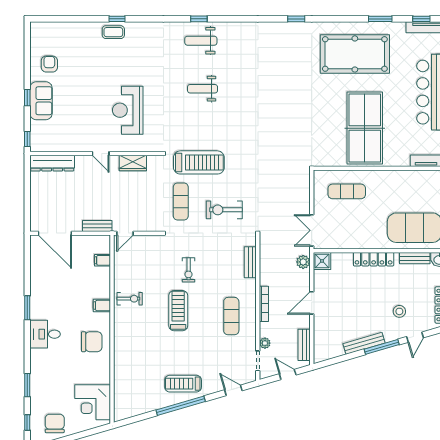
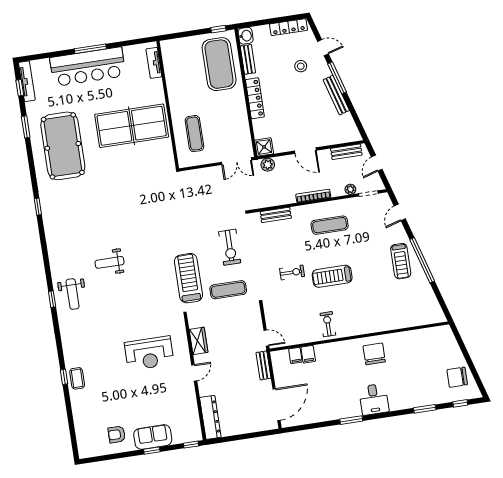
weight bench: (203, 89) -> (110, 262), moved, turned 90
filing cabinet: (102, 306) -> (308, 354), moved
corner desk: (93, 402) -> (432, 344), removed

